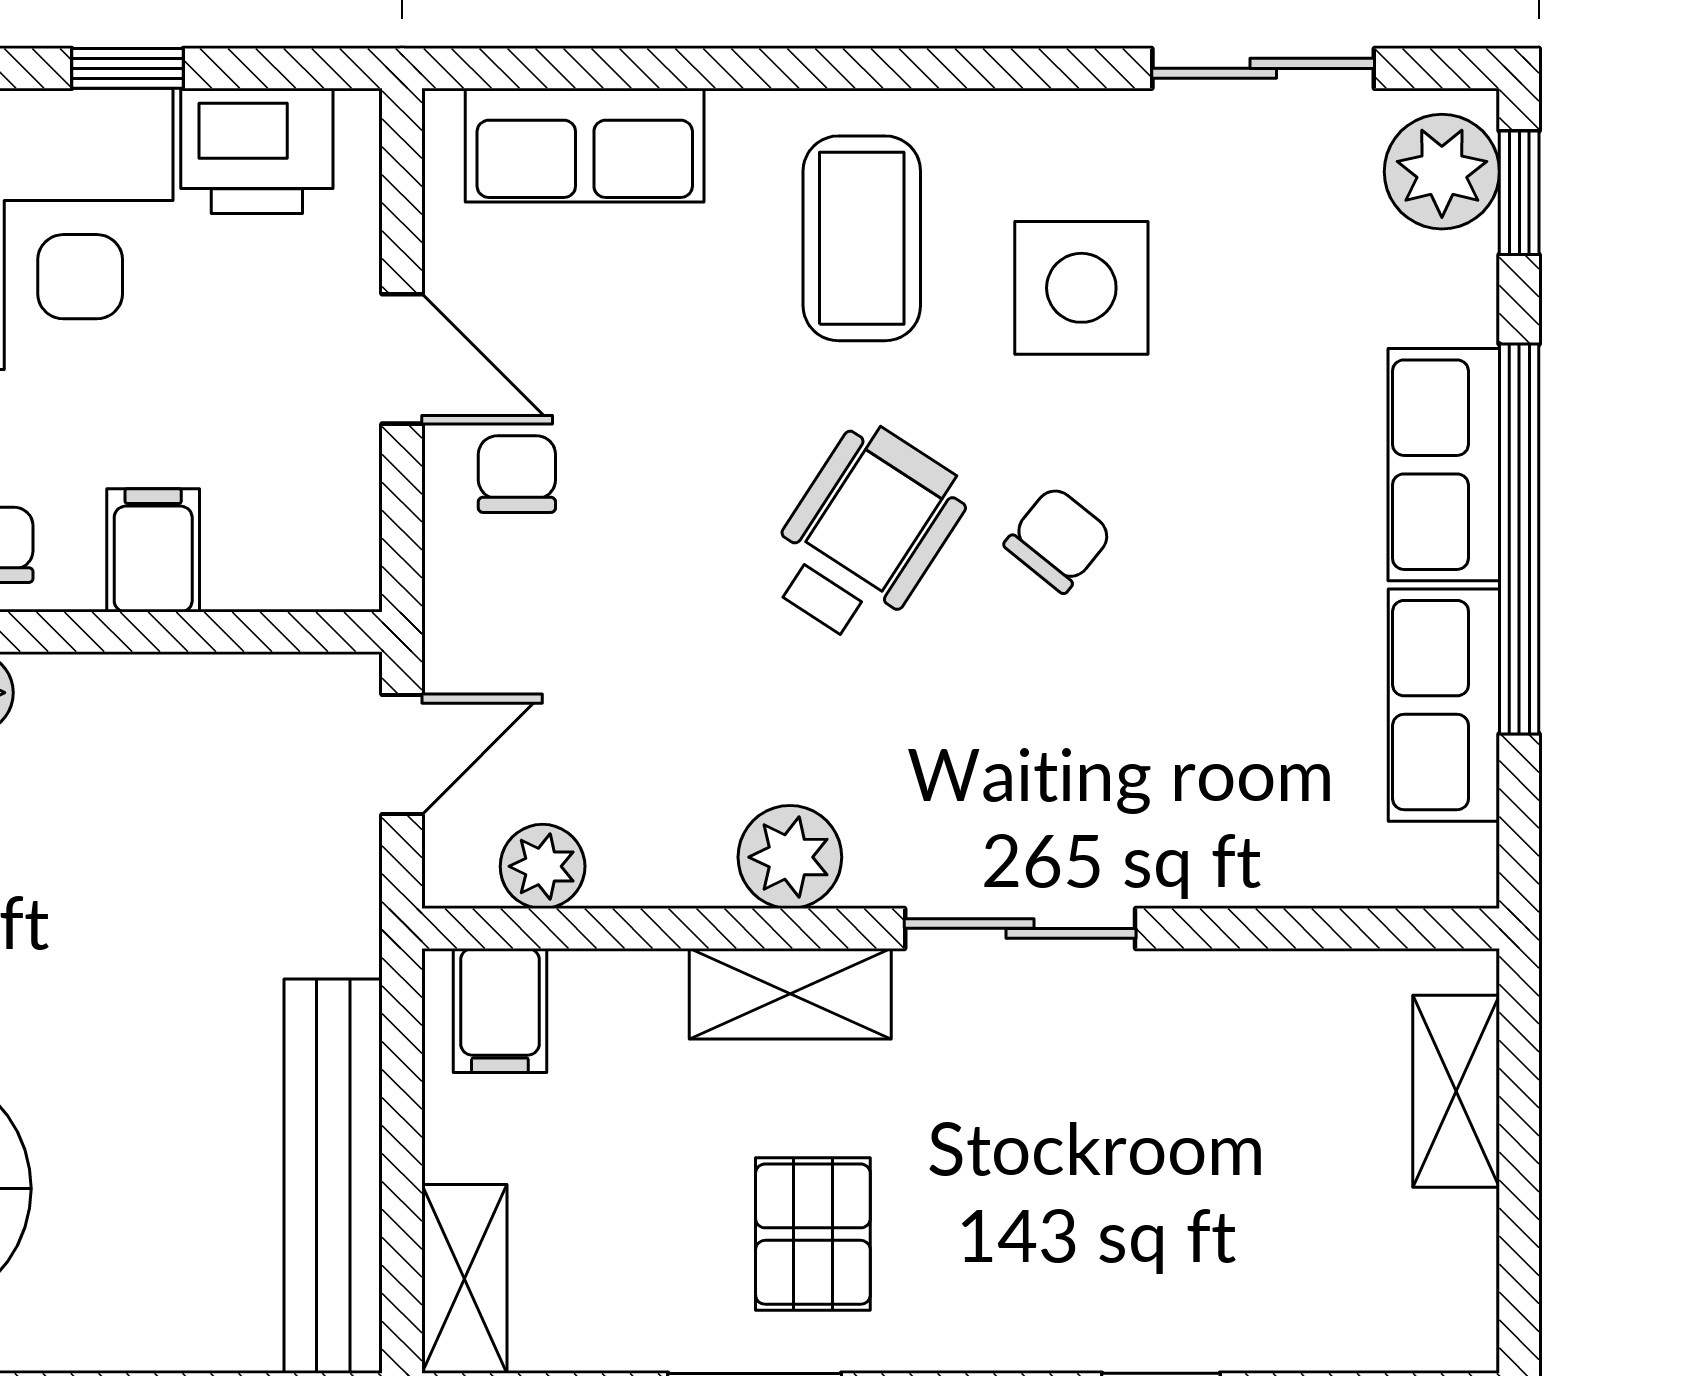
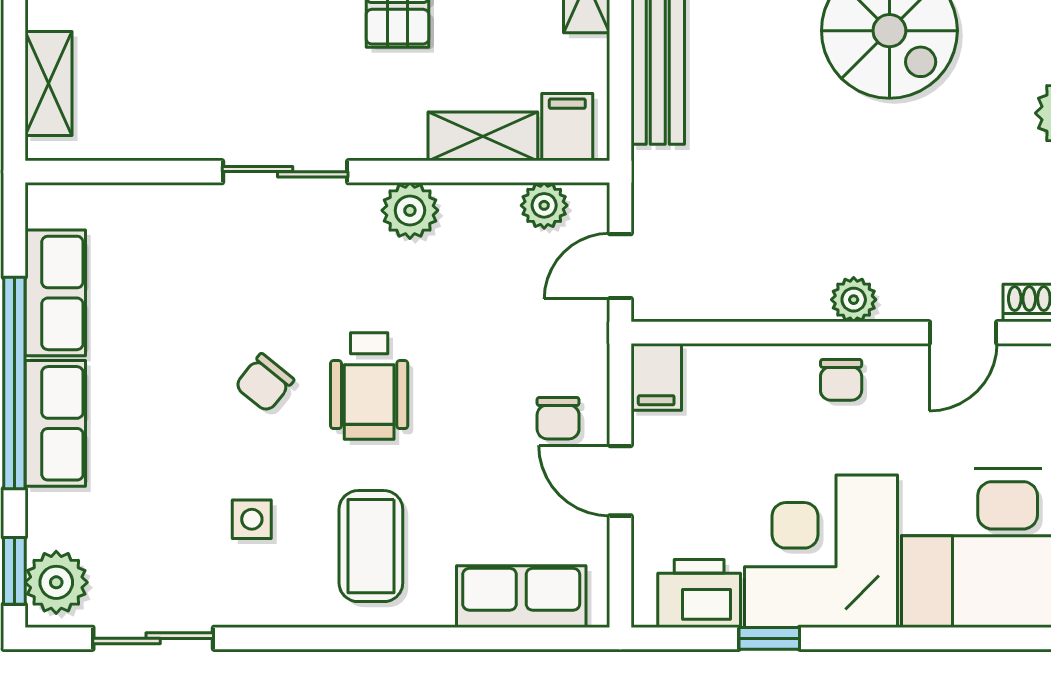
side table: (1081, 288) -> (252, 519), width x0.54, depth x0.54
wheelchair: (865, 533) -> (369, 386), turned -33
filing cabinet: (153, 550) -> (656, 377), moved
shelving: (790, 994) -> (483, 136), moved

